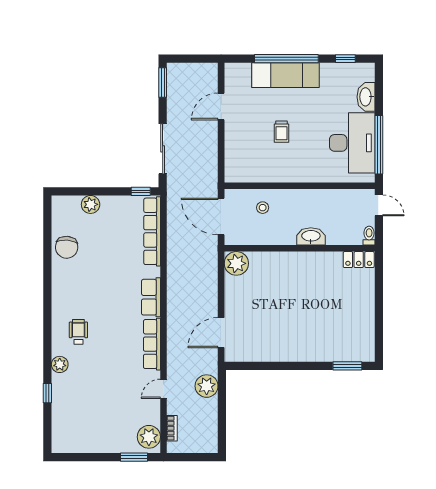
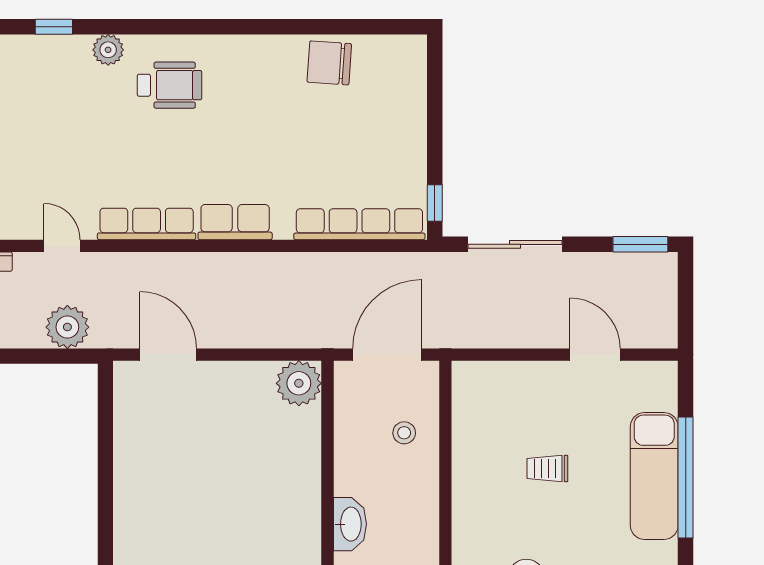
plant: (91, 204) -> (410, 108), removed
wheelchair: (78, 332) -> (170, 85), width x1.36, depth x1.37

